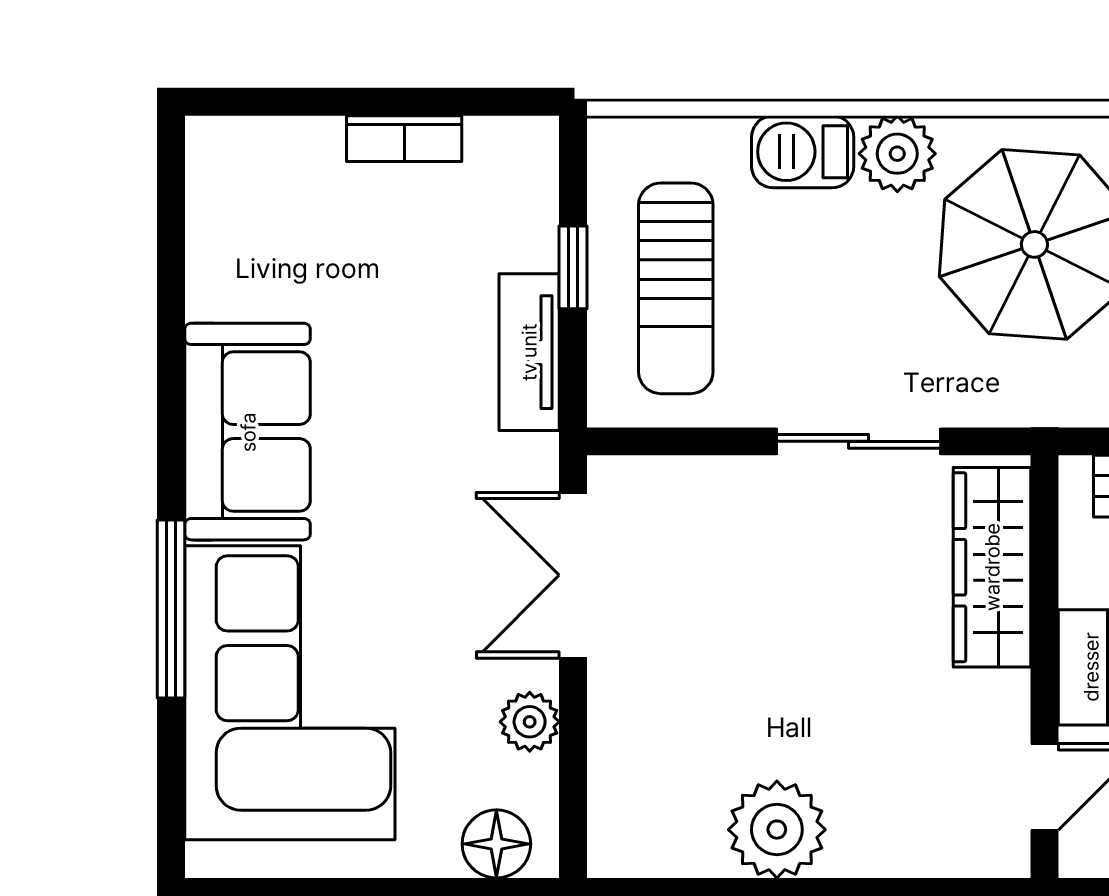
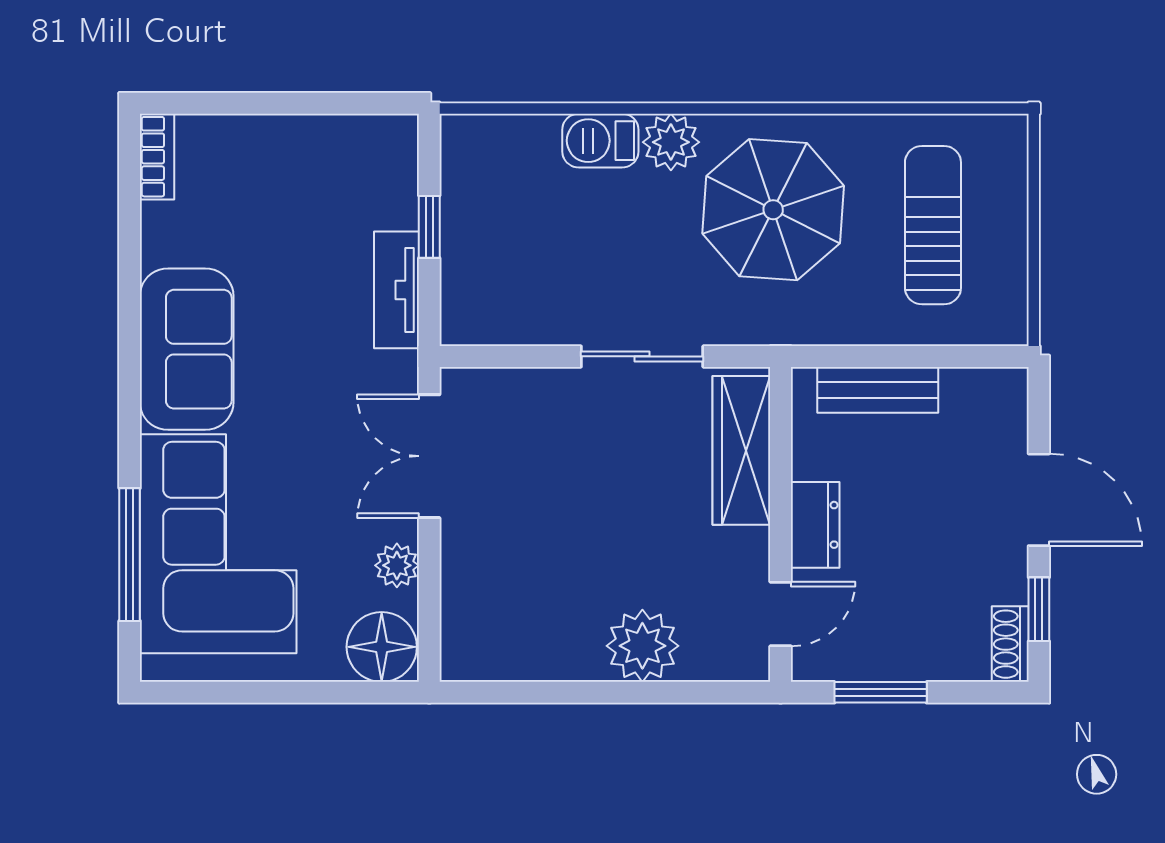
bookcase: (404, 139) -> (157, 157), moved, turned -90
sun lounger: (676, 288) -> (506, 242), removed
window: (171, 609) -> (130, 555), moved
plant: (777, 830) -> (642, 646), moved
floor lamp: (496, 844) -> (382, 647), width x1.38, depth x1.38

